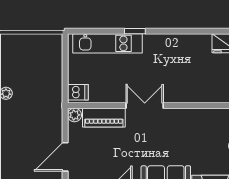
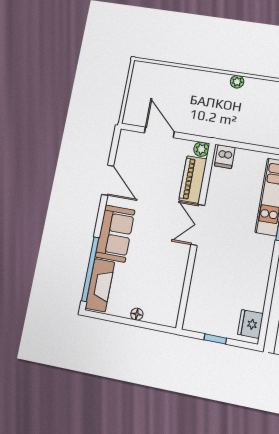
double door: (145, 106) -> (198, 225), swing flipped

